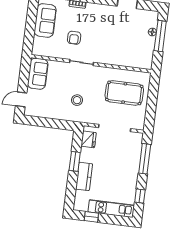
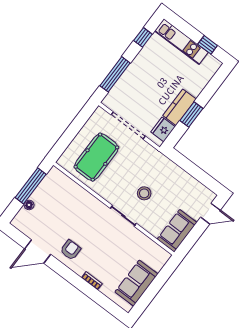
window: (160, 36) -> (31, 186), moved
armchair: (74, 38) -> (70, 250), moved
pool table: (124, 93) -> (96, 157), turned 90
stool: (77, 100) -> (144, 193), moved
kitchen counter: (84, 176) -> (179, 107), moved

